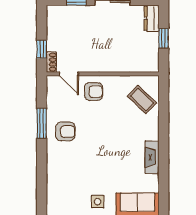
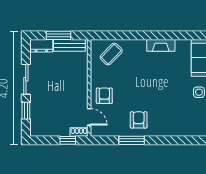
window: (164, 38) -> (59, 35), width x1.50
bench: (152, 51) -> (69, 45), added
door: (69, 74) -> (89, 117), hinge flipped

